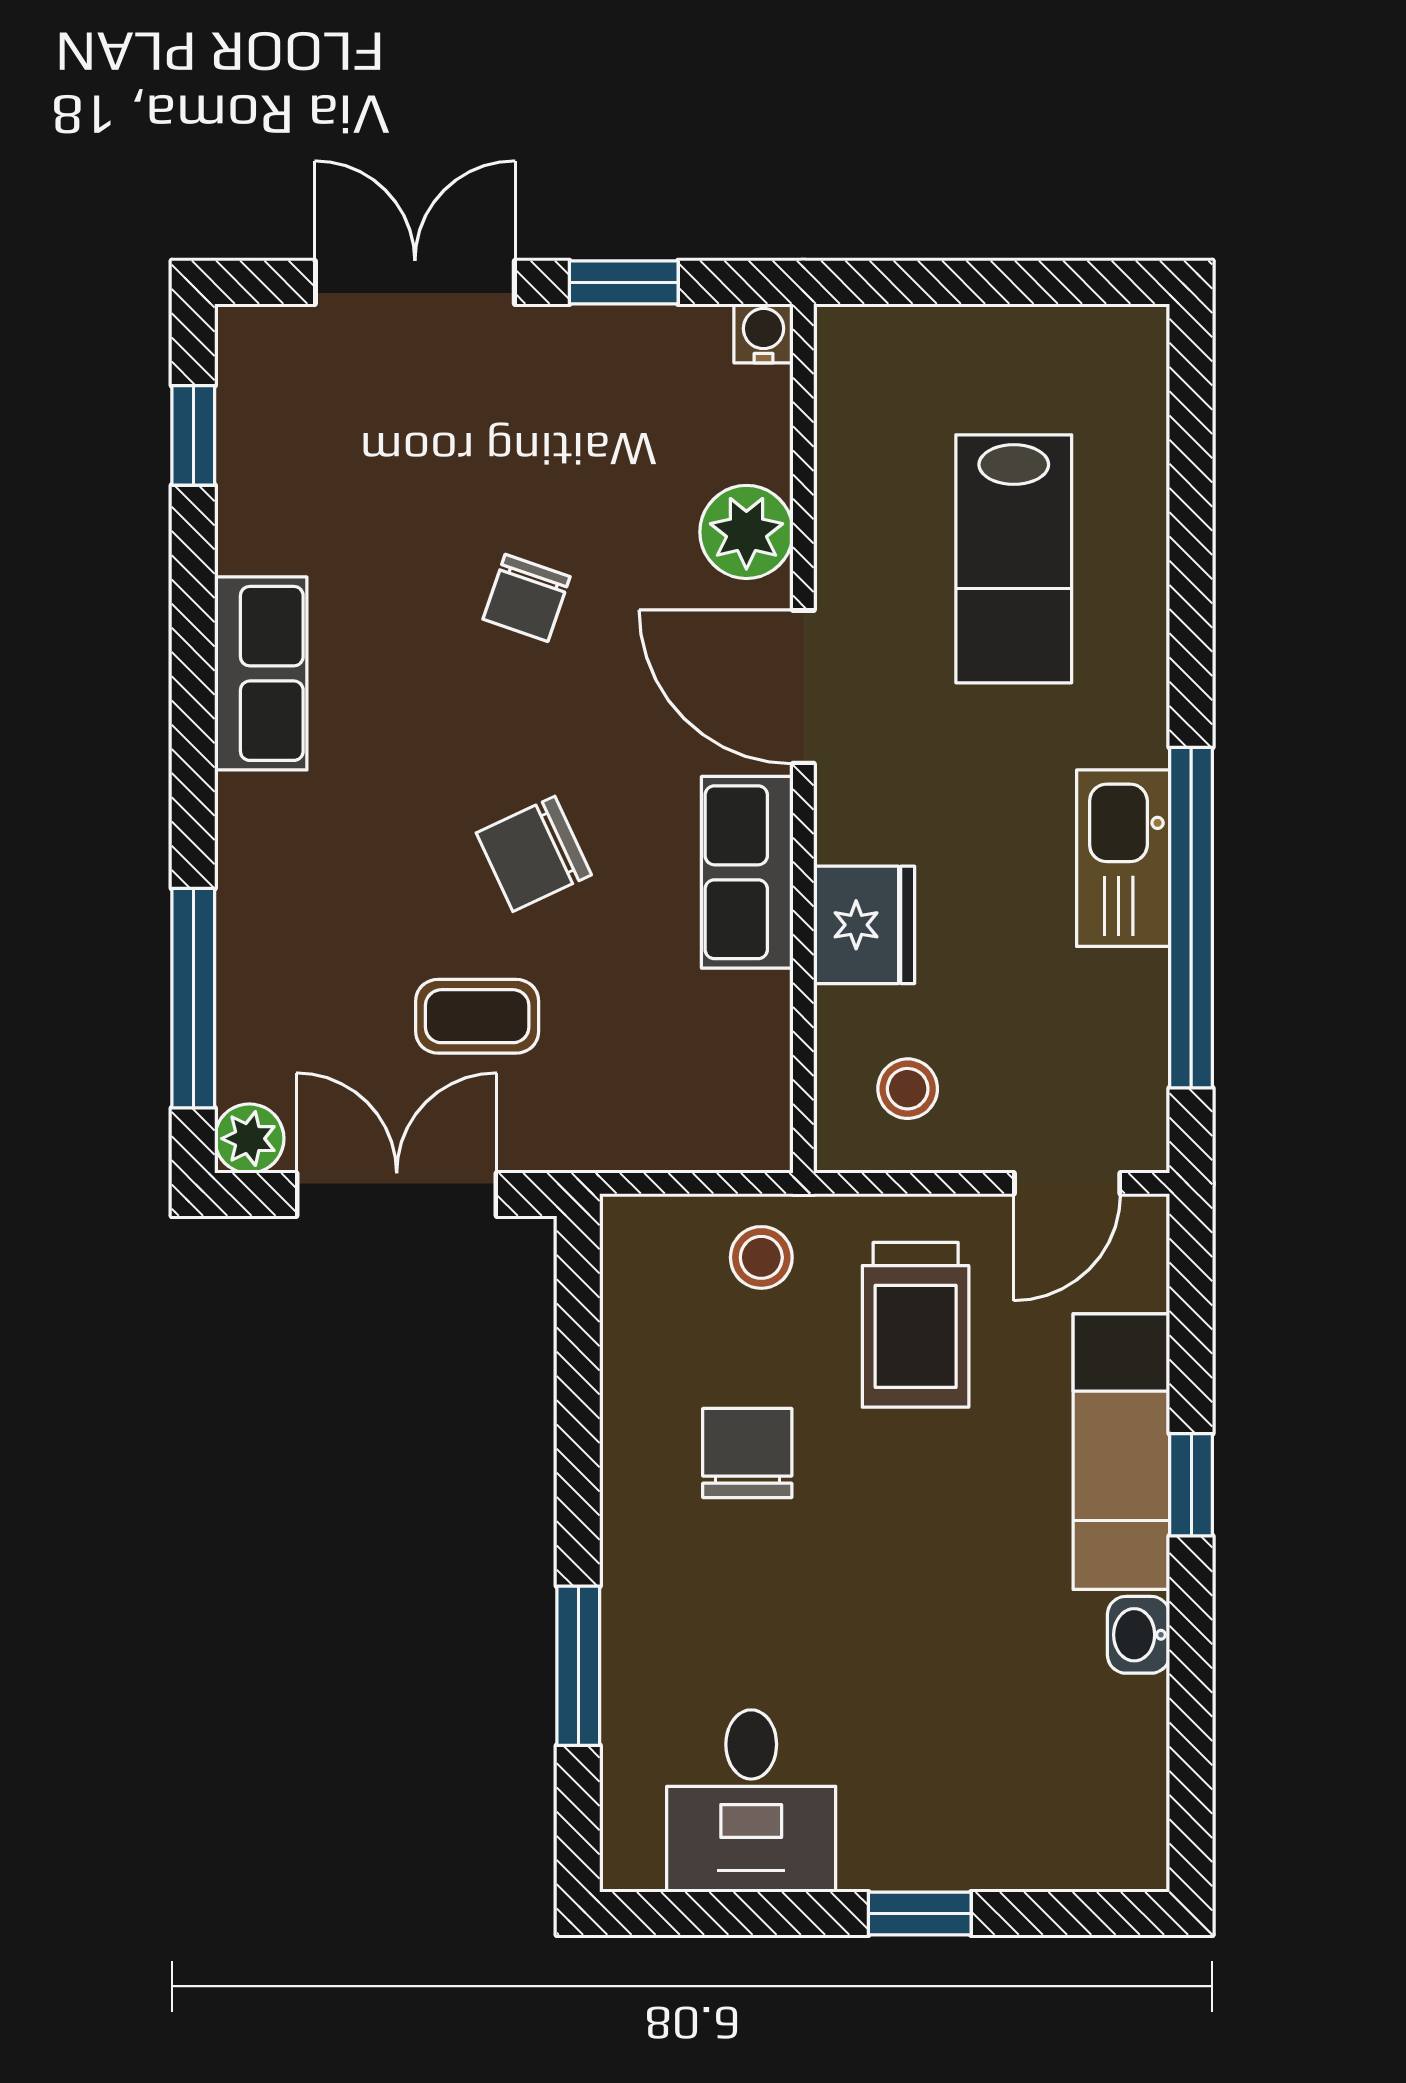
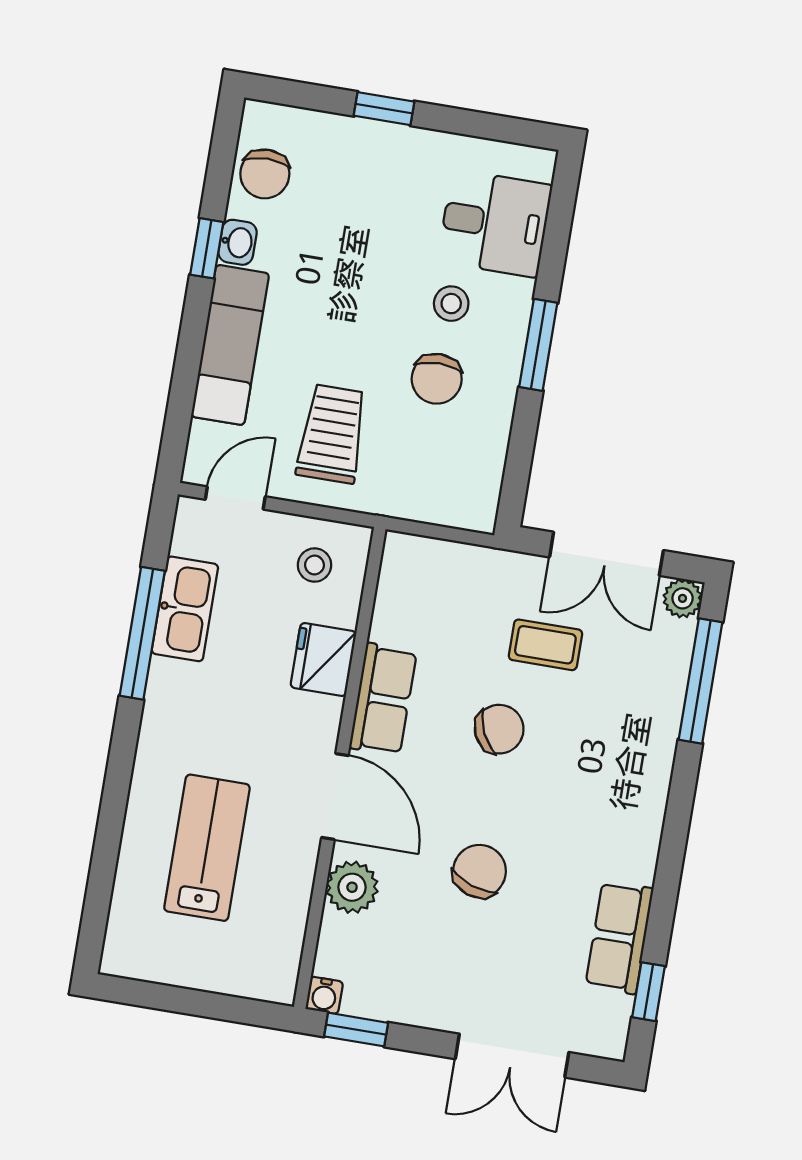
window: (624, 282) -> (356, 1030), moved
chair: (526, 598) -> (480, 871), width x1.37, depth x1.37
row of seats: (261, 673) -> (619, 937), moved
kitchen sink: (1123, 858) -> (185, 609), moved
window: (1191, 918) -> (142, 633), width x0.68
stool: (761, 1257) -> (451, 304), moved
window: (1191, 1485) -> (207, 248), moved
window: (578, 1666) -> (538, 345), moved
chair: (1111, 1763) -> (265, 174), added
desk: (751, 1801) -> (495, 223), moved, turned 90

